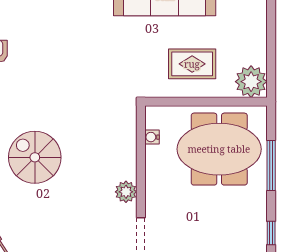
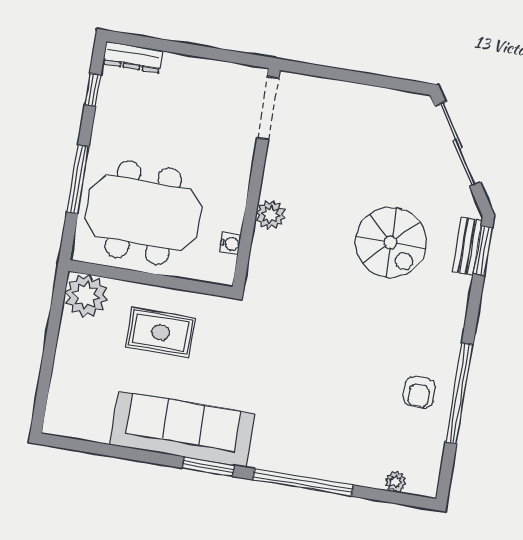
plant: (126, 192) -> (271, 215), moved

